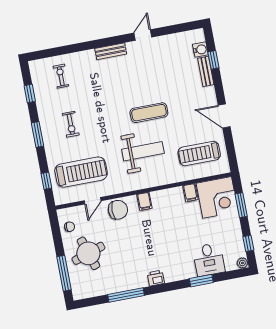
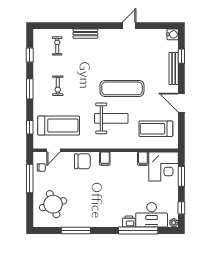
water cooler: (200, 50) -> (173, 34), moved
bench: (111, 51) -> (85, 34), moved
bench: (206, 71) -> (174, 68), width x1.36
exercise mat: (149, 113) -> (122, 88), width x1.36, depth x1.45
door: (93, 201) -> (54, 150), moved
round table: (88, 253) -> (53, 204), moved
desk: (209, 260) -> (152, 215), width x1.37
window: (64, 273) -> (30, 178), moved
printer: (156, 278) -> (129, 222), moved
window: (201, 281) -> (138, 230), width x2.11

